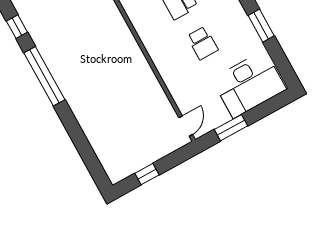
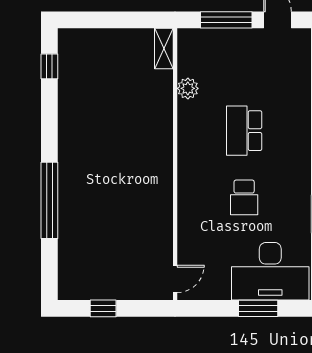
window: (44, 76) -> (49, 200), moved
window: (231, 128) -> (258, 308), moved

